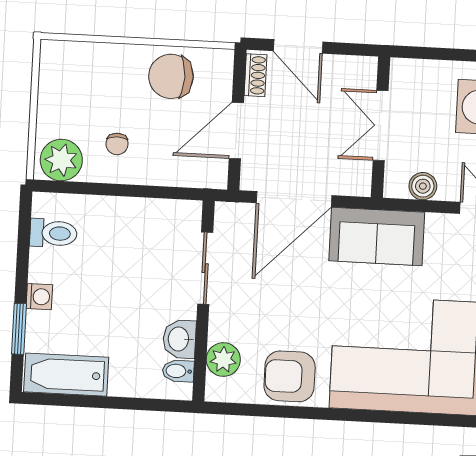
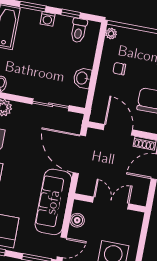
plant: (61, 160) -> (111, 34), width x0.53, depth x0.53
sofa: (377, 236) -> (53, 202), width x1.36
window: (23, 253) -> (71, 14), added
washbasin: (179, 339) -> (82, 78), moved, turned -90

